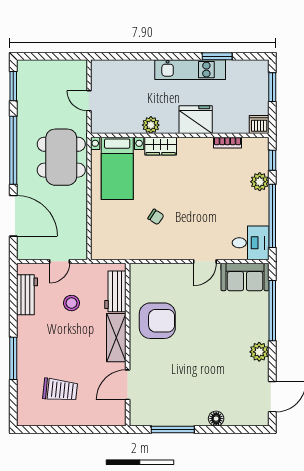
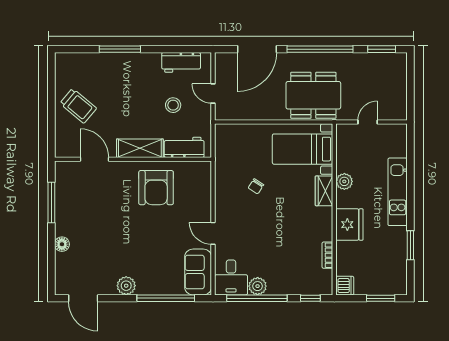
kitchen unit: (190, 70) -> (398, 192), moved
plant: (260, 182) -> (258, 286), moved
trolley: (60, 390) -> (78, 106), moved, turned -56

